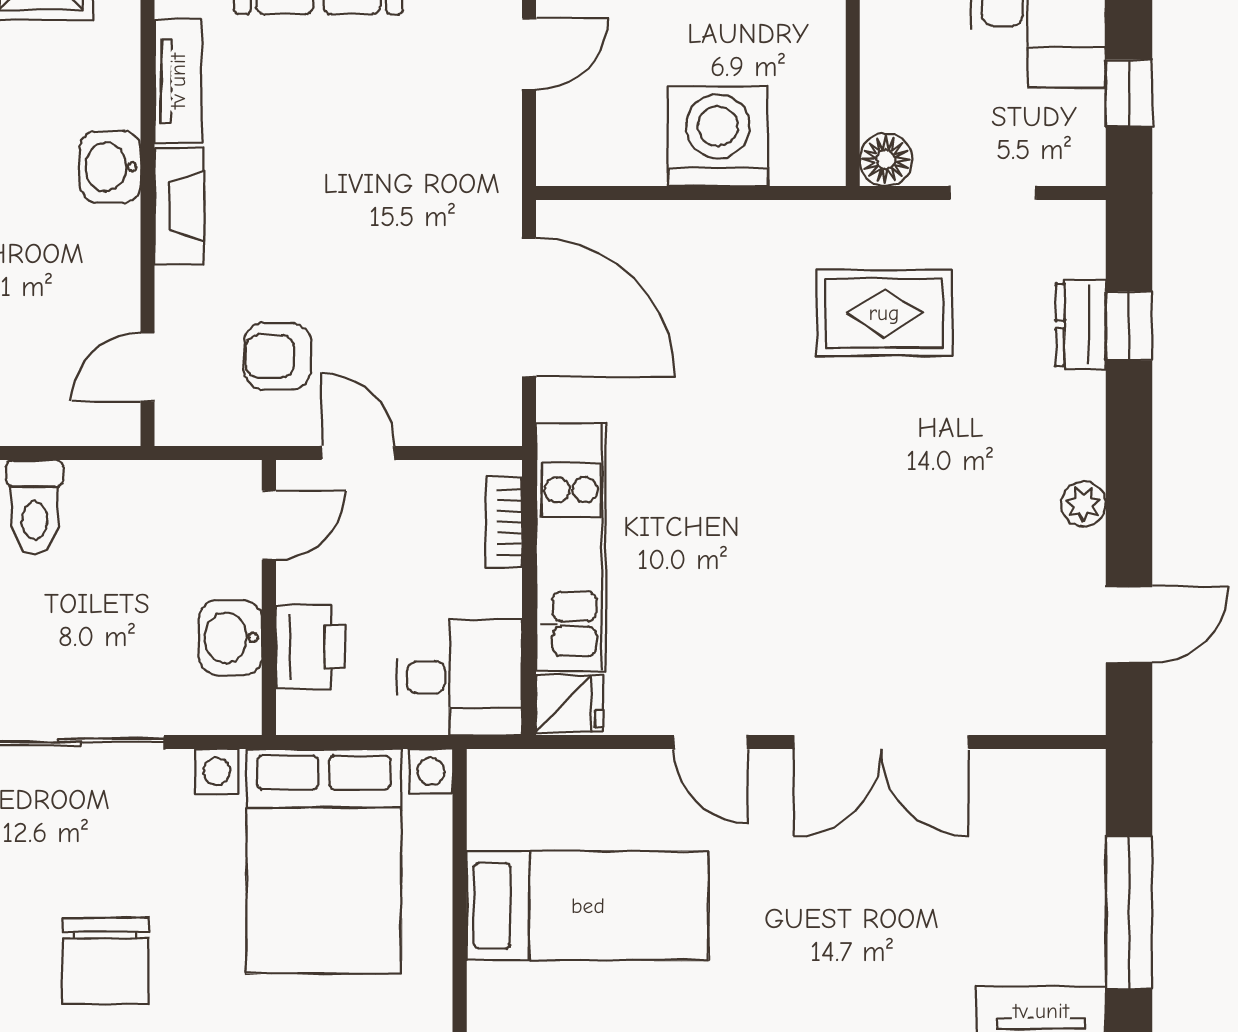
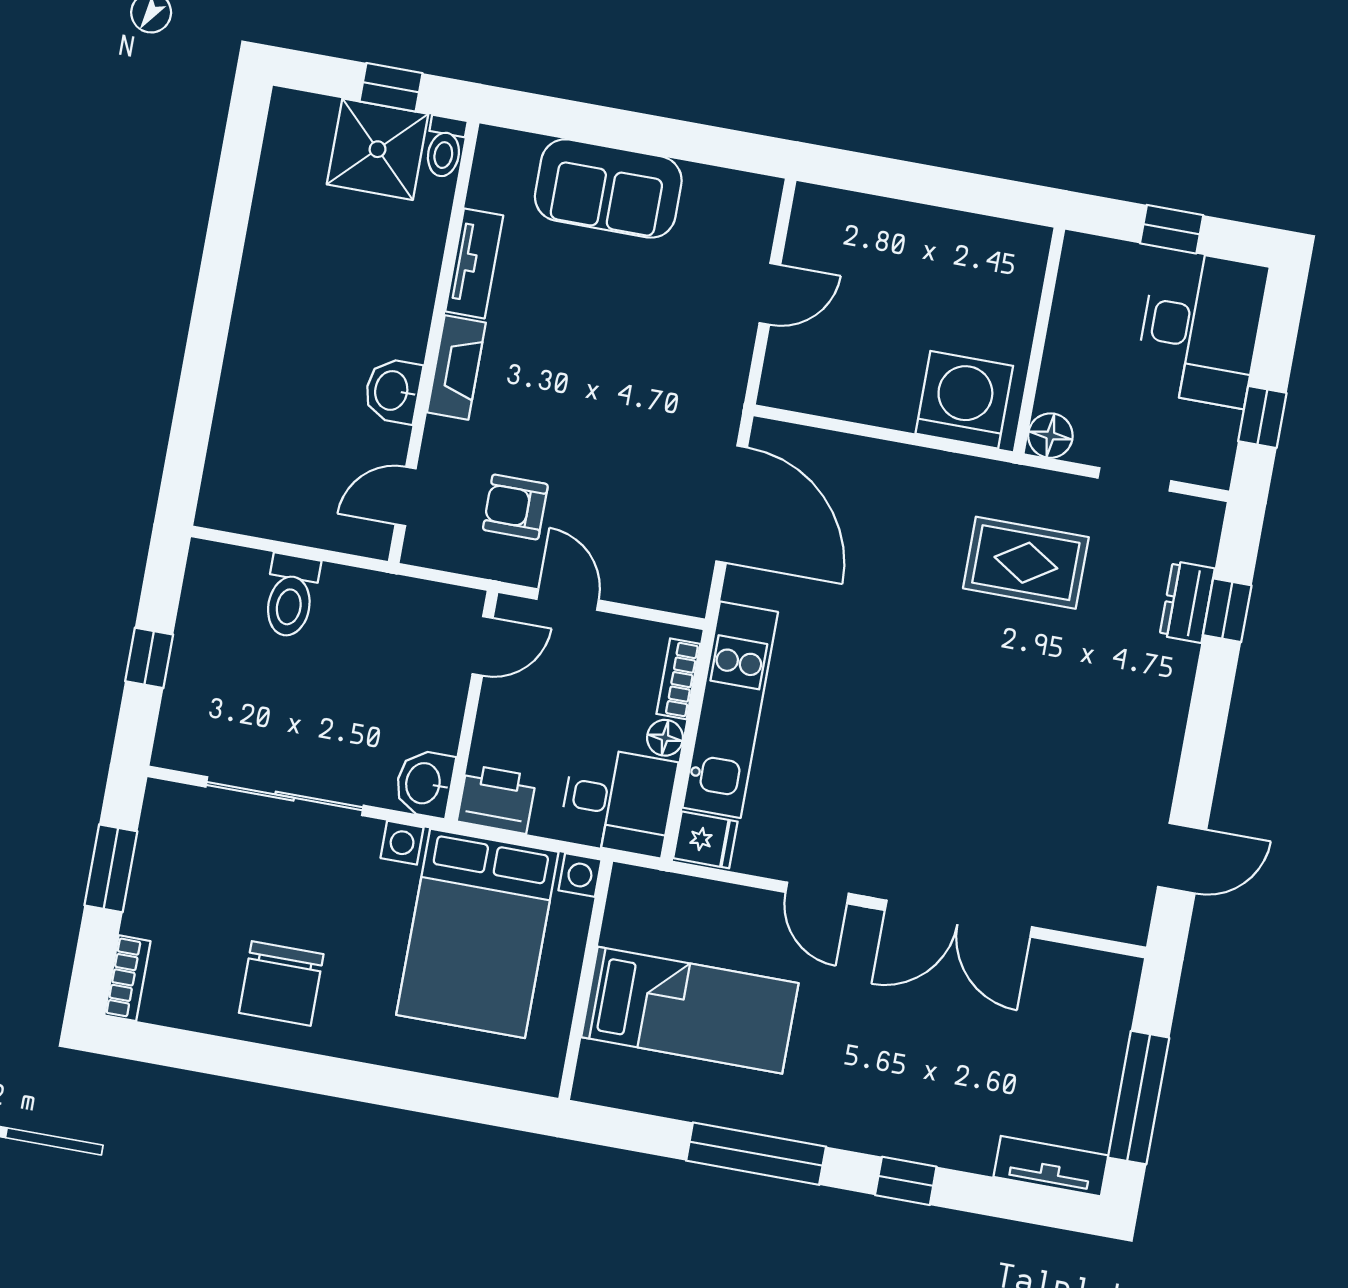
washing machine: (718, 136) -> (964, 400), moved
washbasin: (110, 167) -> (393, 391), moved
plant: (1084, 504) -> (1163, 751), removed
floor lamp: (501, 593) -> (665, 738), added
washbasin: (230, 638) -> (425, 783), moved
printer: (310, 647) -> (497, 799), moved, turned -90

